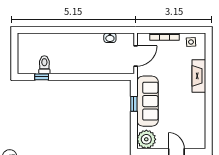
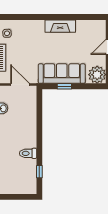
toilet: (44, 65) -> (28, 153), moved
fireplace: (199, 76) -> (60, 26), moved

